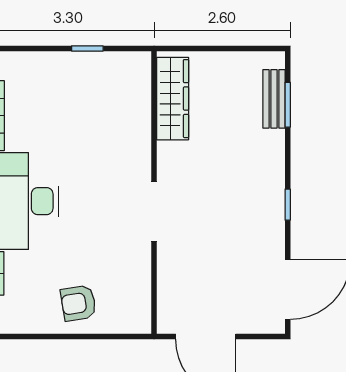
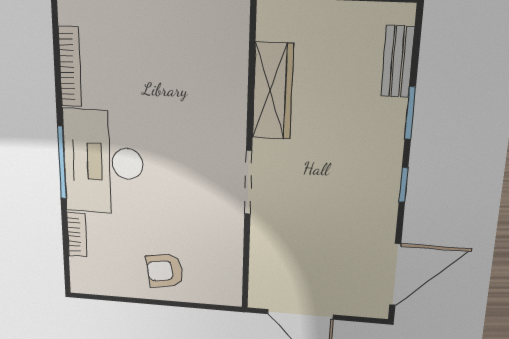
wardrobe: (173, 99) -> (273, 91), moved
window: (288, 105) -> (410, 113), moved

